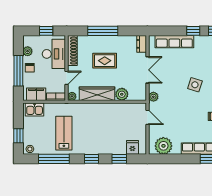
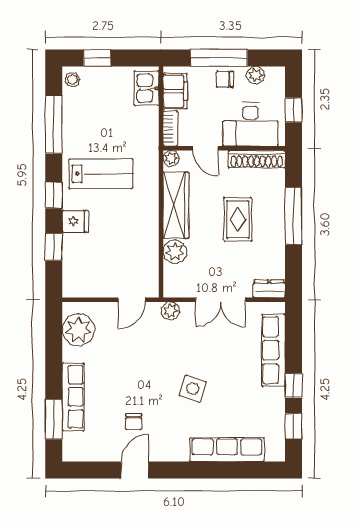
lab bench: (64, 133) -> (101, 174), moved
fridge: (132, 147) -> (75, 221), moved

